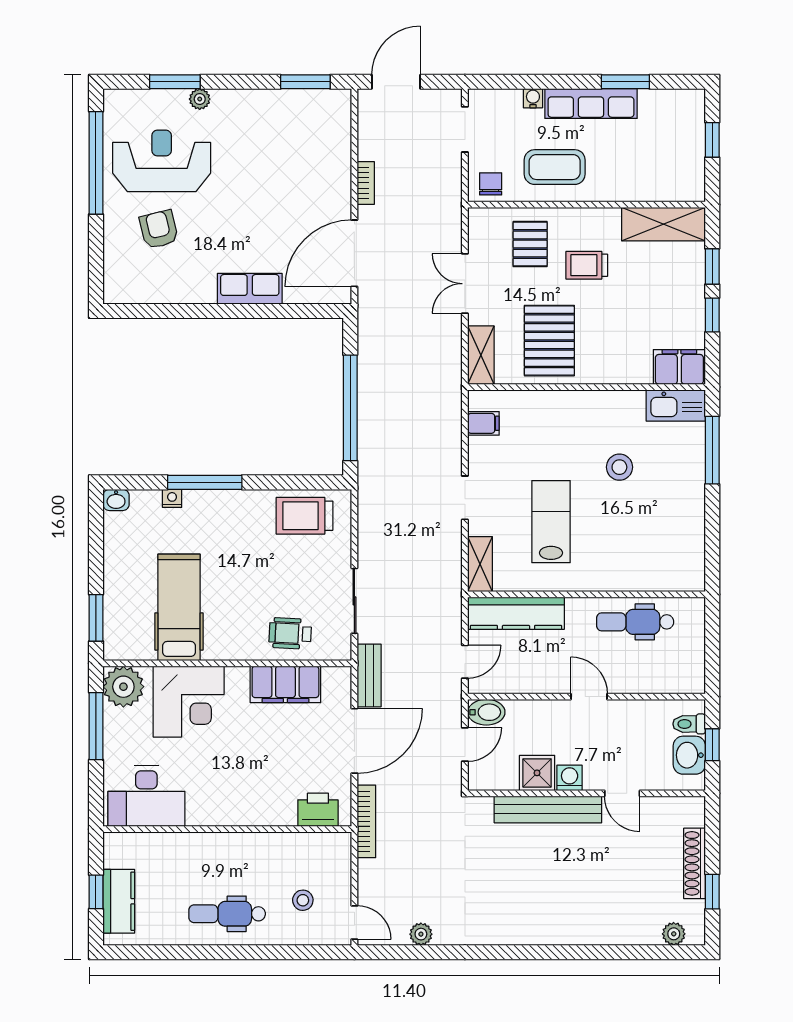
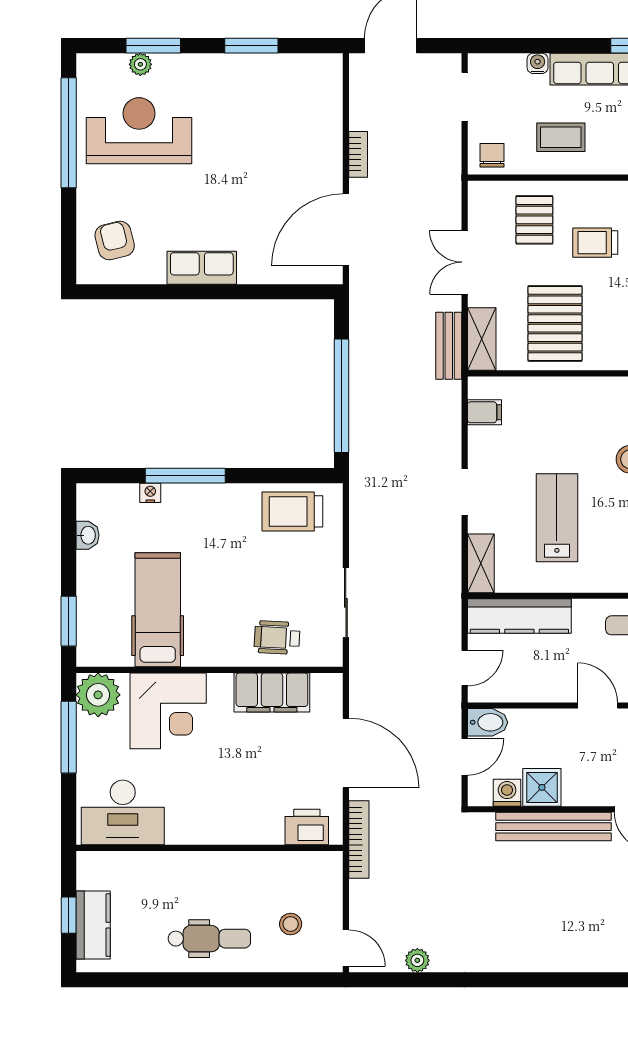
window: (305, 82) -> (251, 46), moved
plant: (200, 99) -> (140, 64), moved
coffee table: (555, 167) -> (561, 137), width x0.73, depth x0.77
armchair: (159, 229) -> (115, 241), moved
row of seats: (250, 289) -> (202, 268), moved
washbasin: (116, 500) -> (87, 535), moved, turned -90
bench: (369, 675) -> (449, 346), moved
door: (354, 741) -> (346, 753), hinge flipped
washing machine: (570, 778) -> (507, 793), moved
dental chair: (227, 914) -> (209, 939), turned 180

